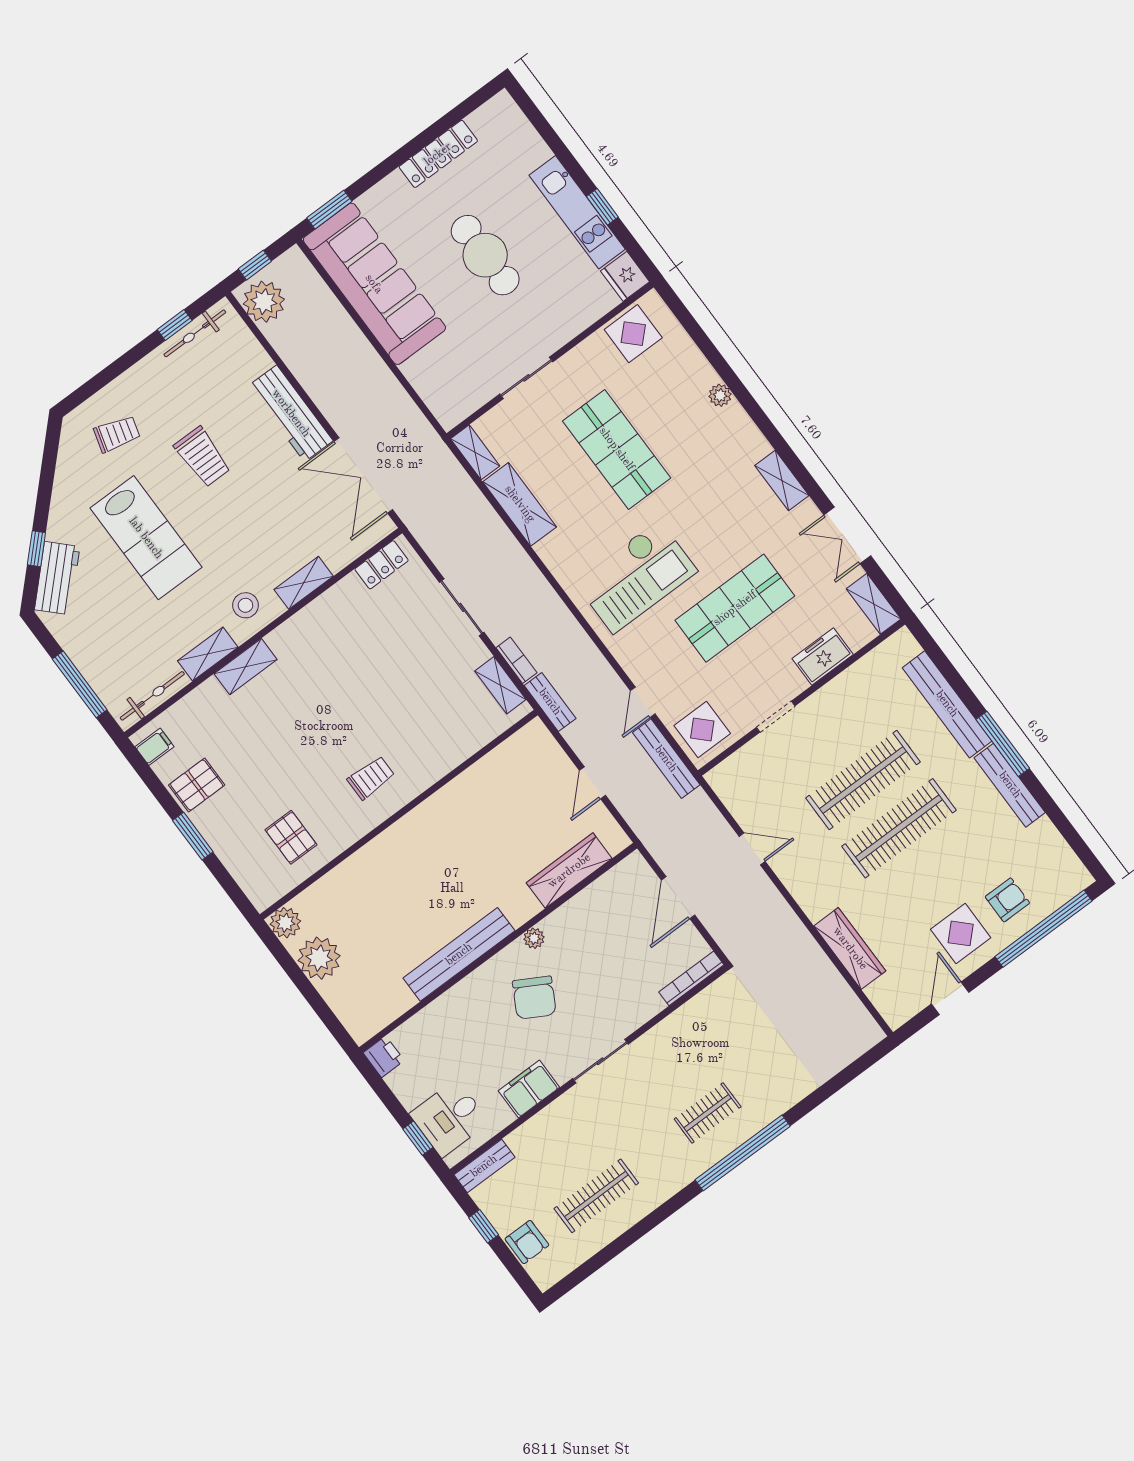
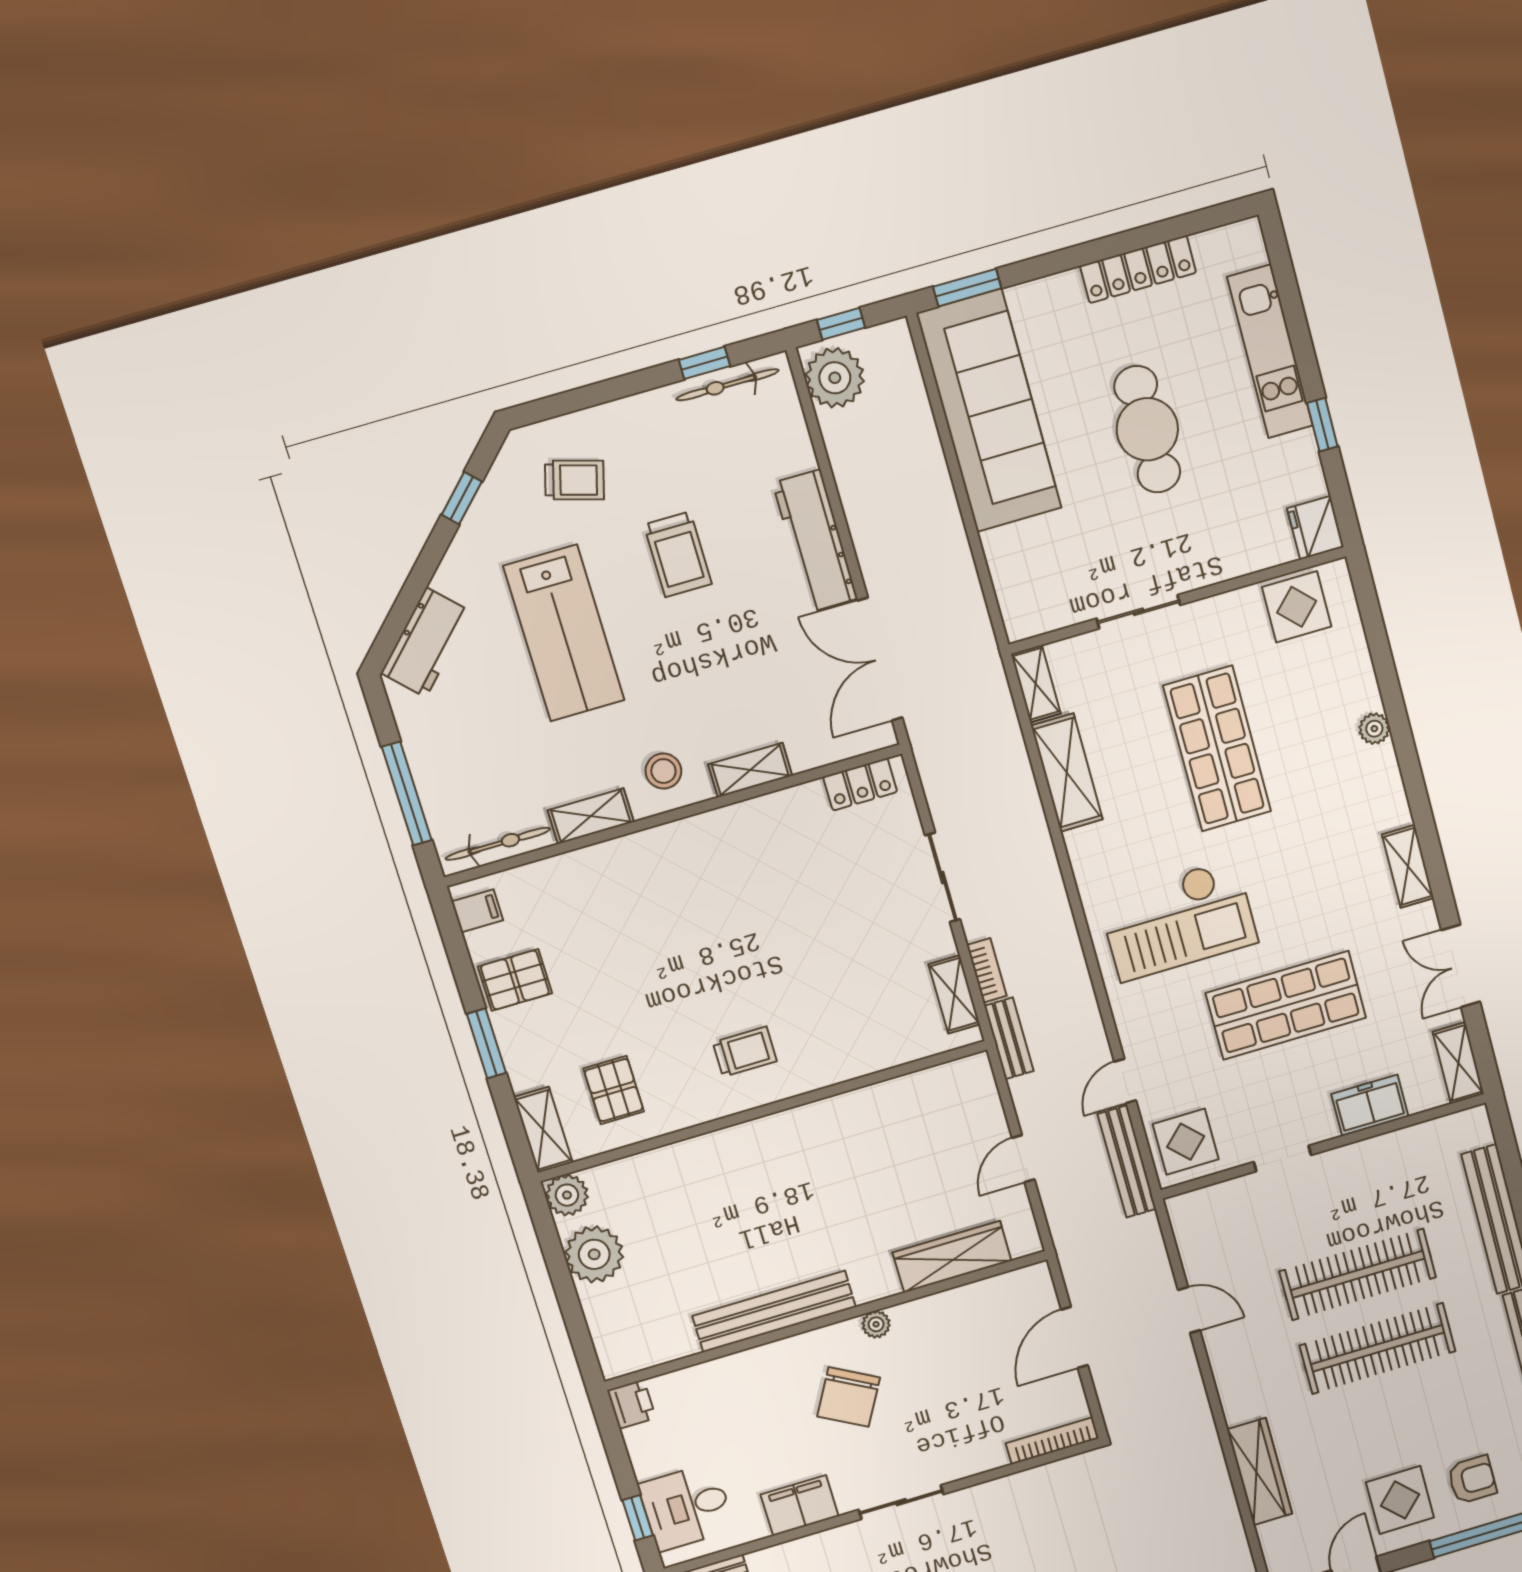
kitchen unit: (577, 212) -> (1270, 351), moved
window: (36, 549) -> (462, 498), moved
shelving: (246, 667) -> (543, 1130), moved, turned 90

